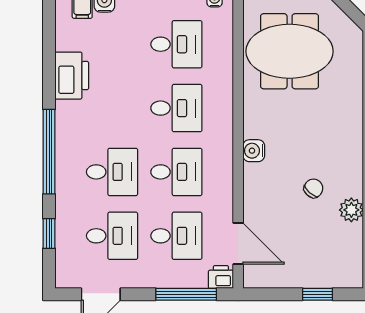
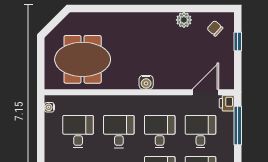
meeting table: (290, 51) -> (83, 59), turned 90
chair: (313, 188) -> (215, 28), moved

